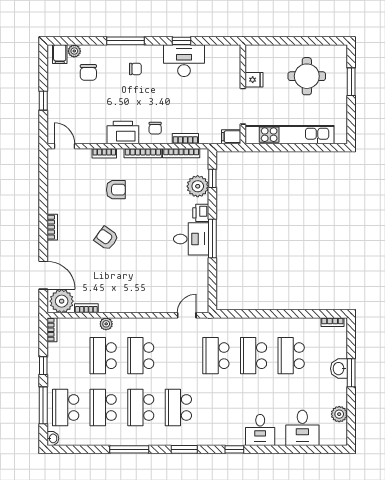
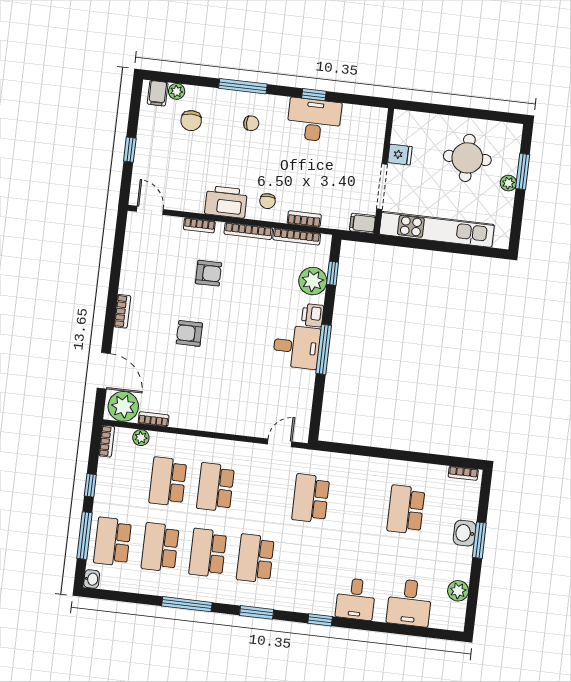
plant: (341, 92) -> (508, 183), added
armchair: (106, 238) -> (189, 333), turned -36
plant: (106, 324) -> (141, 438), moved
school desk: (254, 356) -> (358, 504), removed

